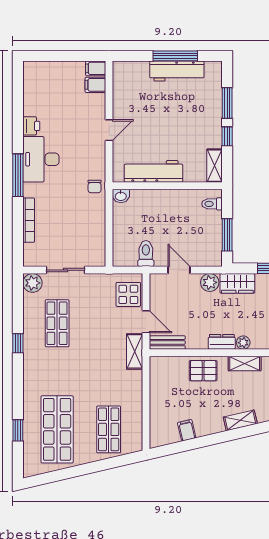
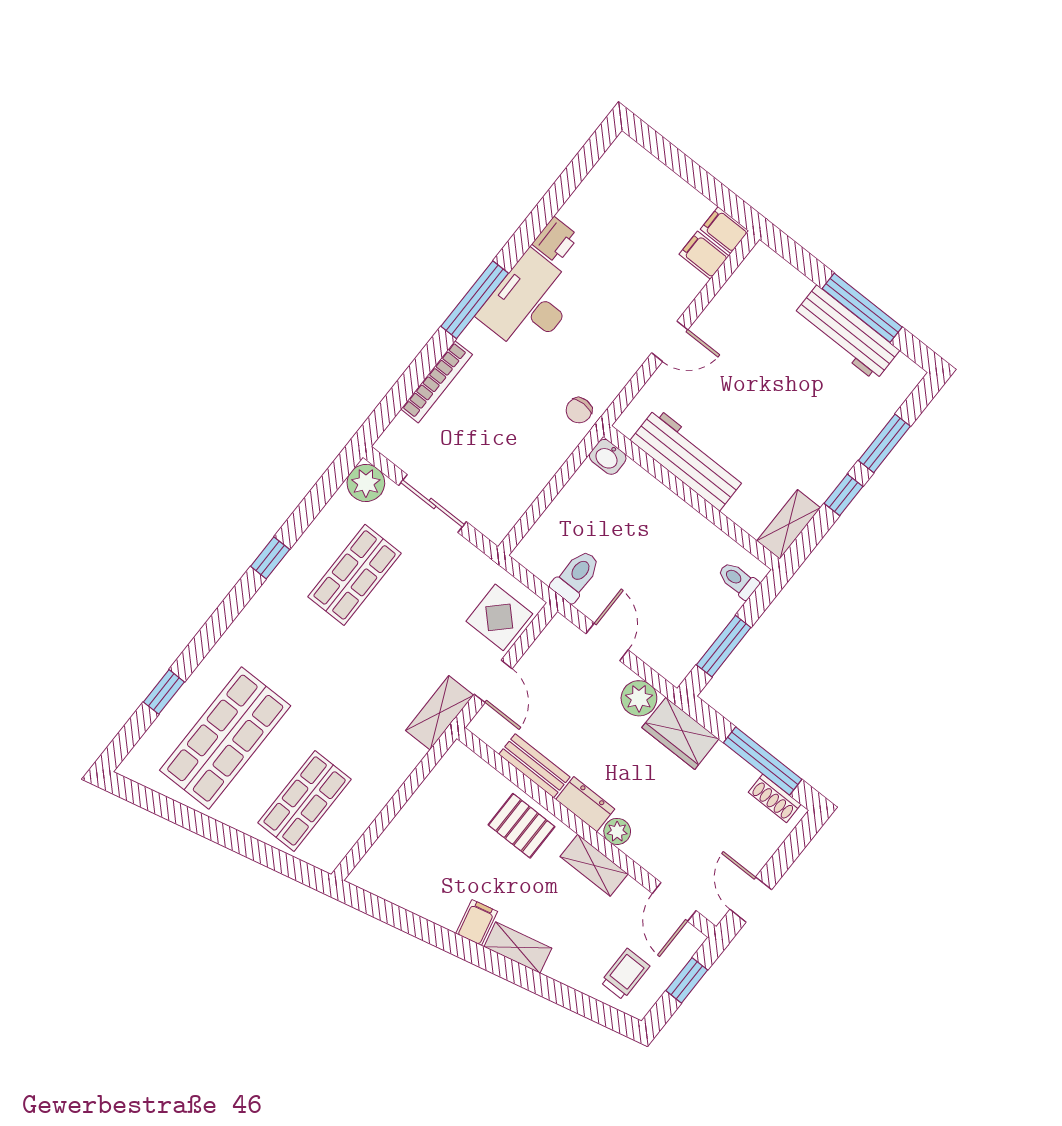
bench: (167, 343) -> (534, 766), moved
filing cabinet: (187, 430) -> (477, 923), moved

